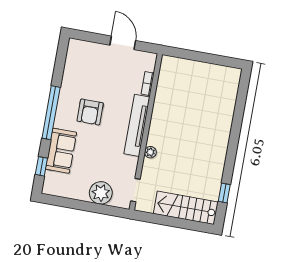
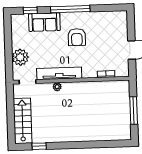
window: (204, 57) -> (134, 110), added
armchair: (90, 112) -> (77, 37), turned -90
tv unit: (137, 125) -> (59, 73), moved

